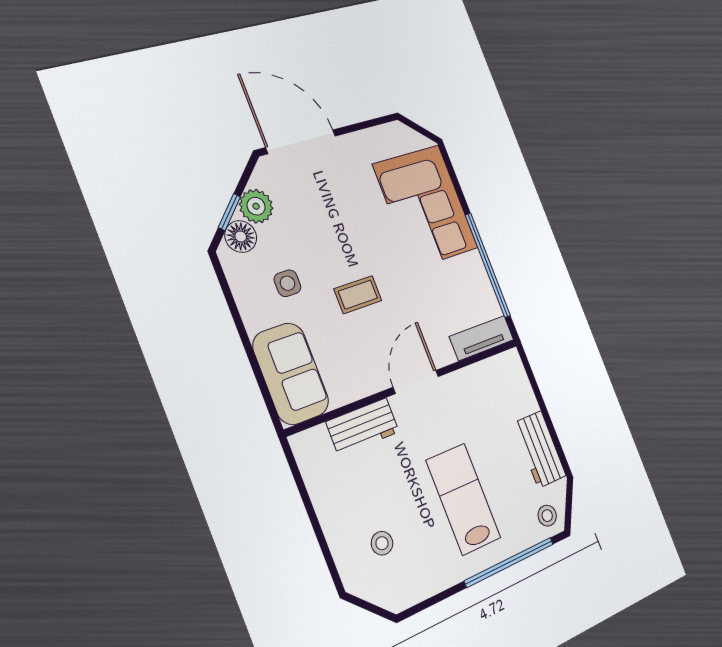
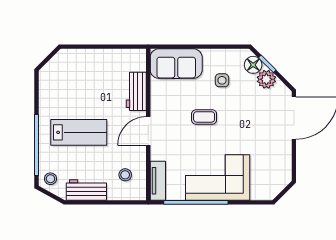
corner sofa: (426, 206) -> (218, 178), moved
coffee table: (358, 295) -> (204, 117), turned 90
door: (416, 382) -> (148, 131), swing flipped
stool: (382, 543) -> (125, 175), moved

